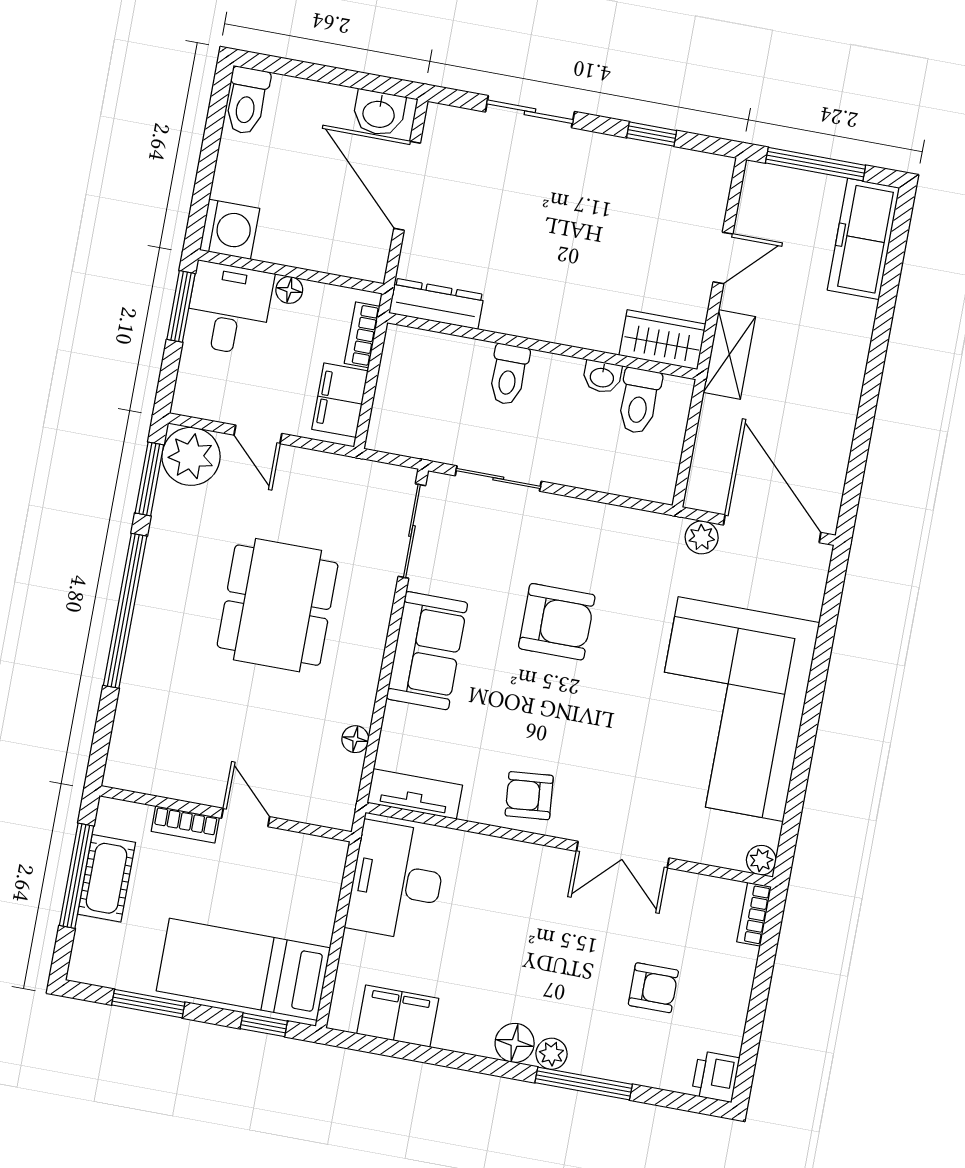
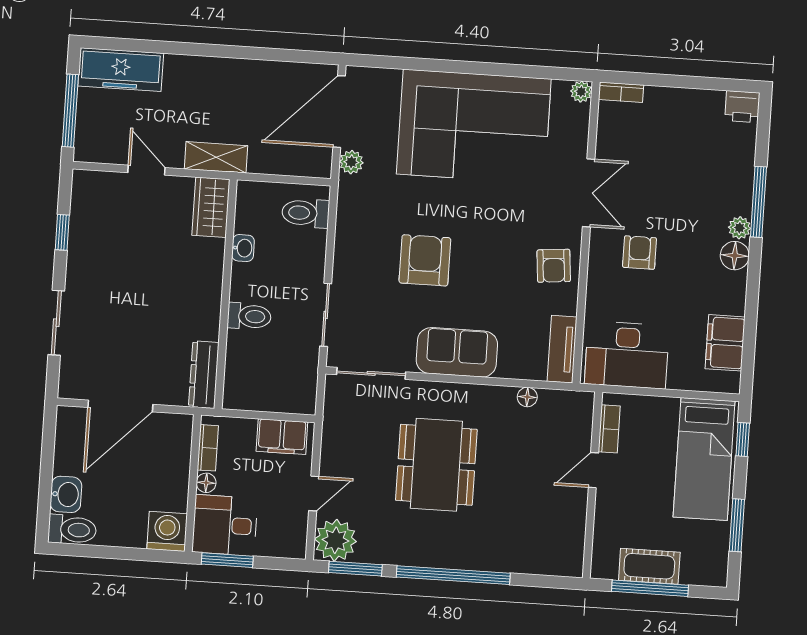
washbasin: (379, 113) -> (66, 494), moved
bookcase: (362, 335) -> (208, 448), moved, turned -90
toilet: (639, 401) -> (306, 213), moved, turned 180
dining table: (278, 605) -> (436, 465), turned 90
bookcase: (185, 824) -> (609, 429), moved
armchair: (653, 988) -> (640, 253), moved

